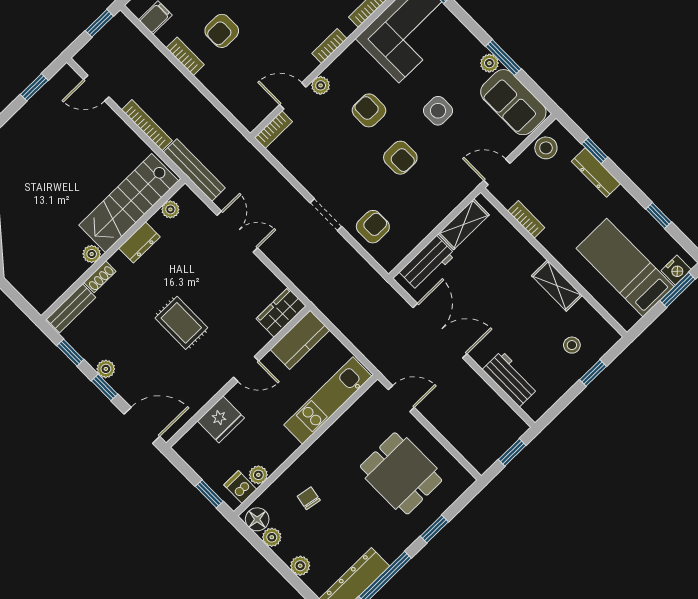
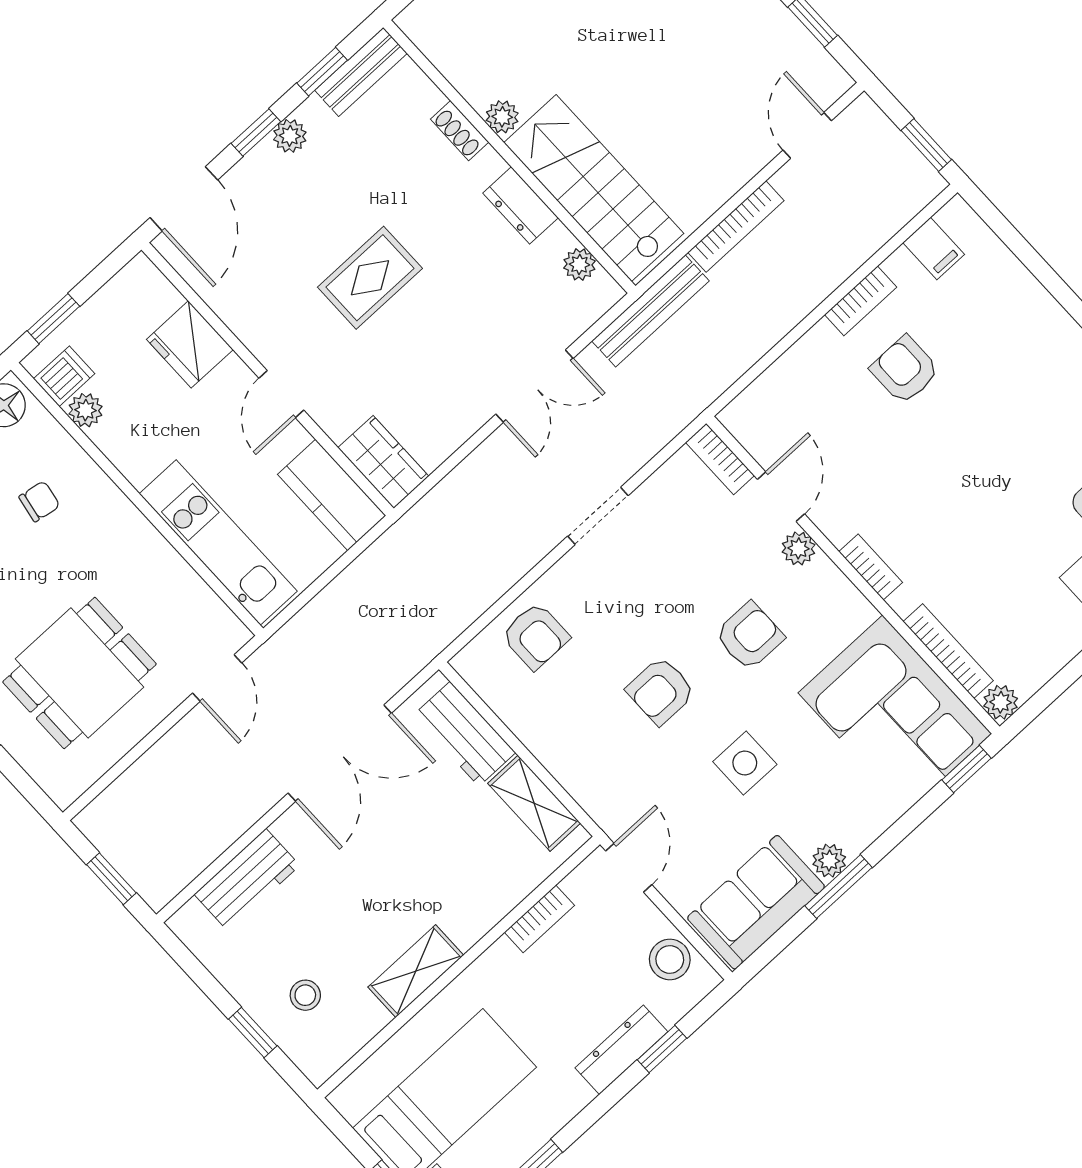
doorway: (326, 215) -> (598, 516), moved
bench: (71, 308) -> (361, 72), moved, turned 90

